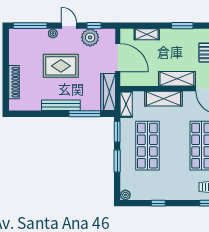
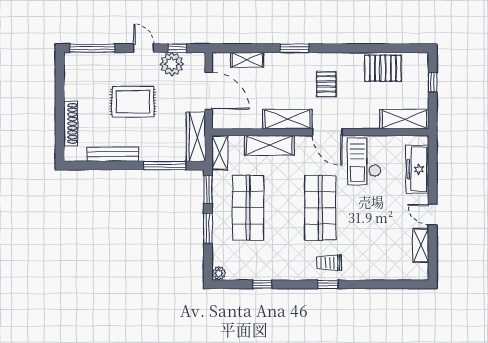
plant: (53, 33) -> (122, 59), removed
bench: (61, 105) -> (113, 154), moved

